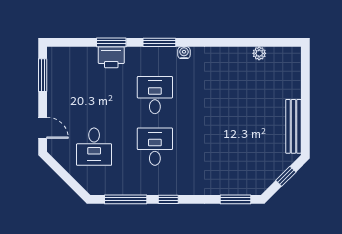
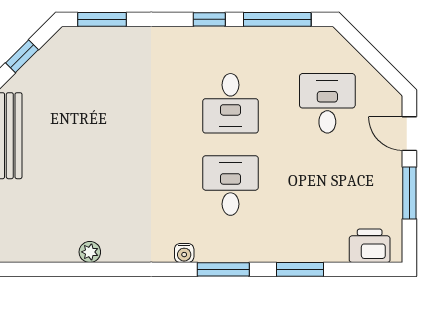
plant: (259, 53) -> (90, 252), moved
printer: (111, 57) -> (370, 246), moved
window: (43, 75) -> (409, 193), moved
desk: (155, 95) -> (231, 186), turned 180

